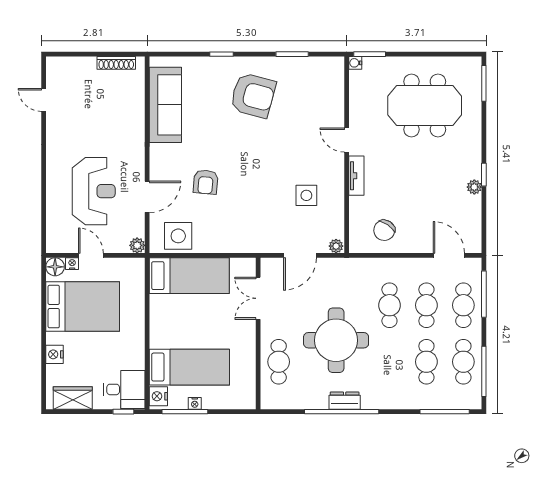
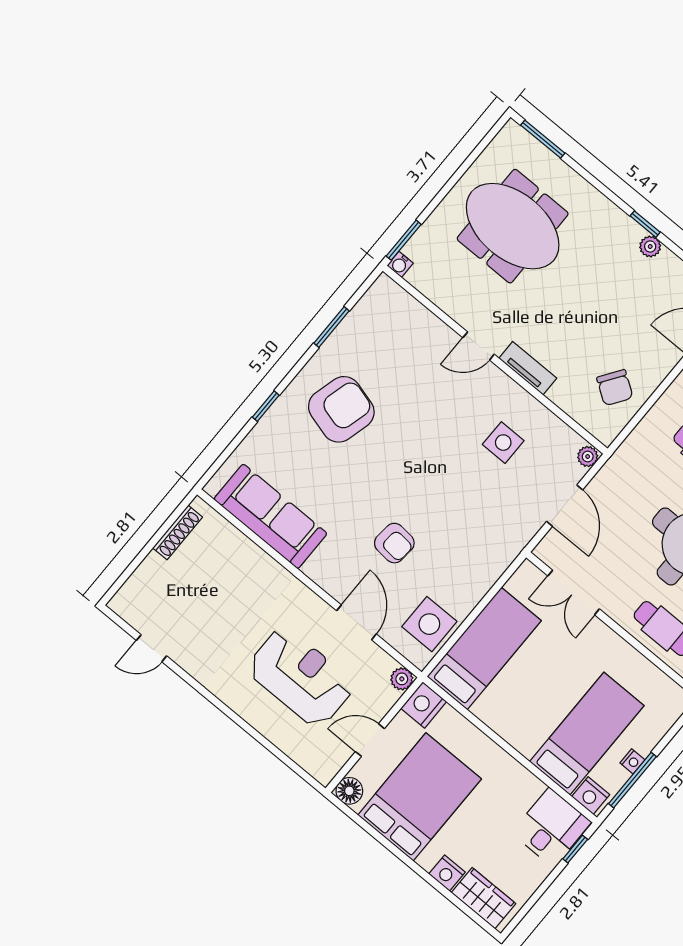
meeting table: (425, 106) -> (513, 226), turned 90
nightstand: (72, 264) -> (424, 705), moved, width x1.89, depth x1.79
wardrobe: (73, 398) -> (484, 898), moved, turned 90

